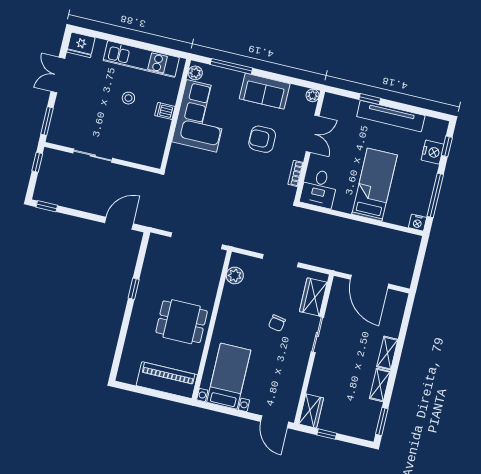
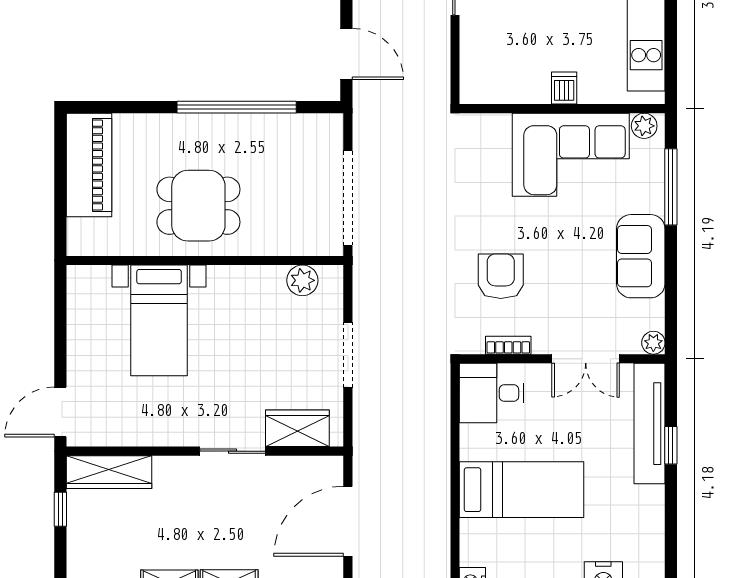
stool: (128, 98) -> (572, 18), removed
tv unit: (391, 116) -> (649, 424), moved
armchair: (262, 139) -> (501, 276), moved
window: (134, 289) -> (237, 107), width x3.17
dining table: (182, 322) -> (198, 206), turned 90
chair: (277, 323) -> (236, 375), removed
bed with nightstands: (229, 376) -> (159, 320), moved, turned 90
piano: (167, 380) -> (89, 165), moved
wardrobe: (311, 411) -> (109, 472), width x1.50

